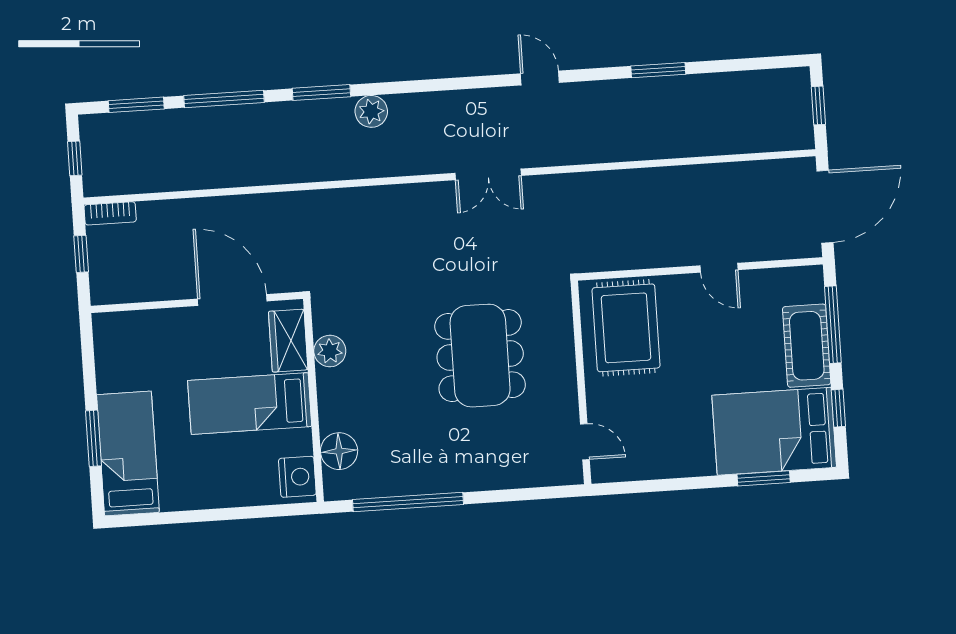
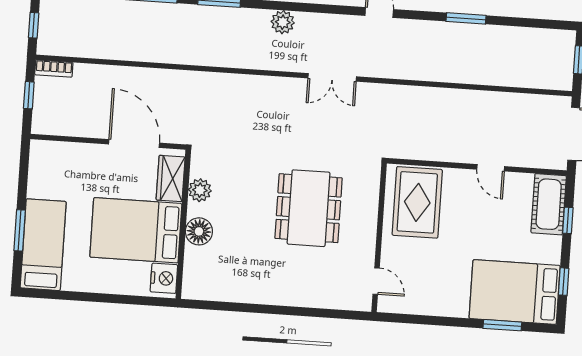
plant: (371, 111) -> (283, 22), moved
window: (833, 325) -> (568, 220), width x0.46
cot: (807, 346) -> (549, 204), moved
bed: (250, 403) -> (136, 230), width x1.50
floor lamp: (339, 451) -> (199, 231), moved
window: (408, 502) -> (242, 307), removed

